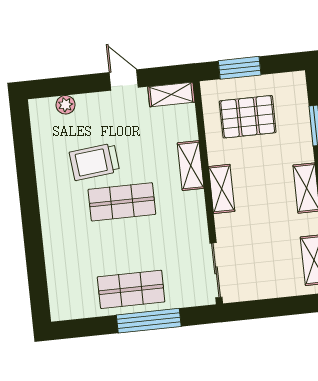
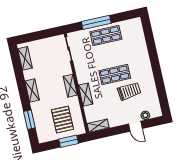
door: (124, 80) -> (135, 126), moved
pallet: (248, 117) -> (62, 120), turned 90

